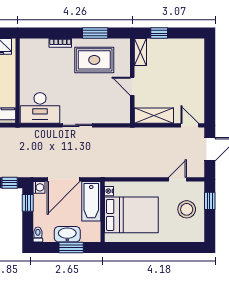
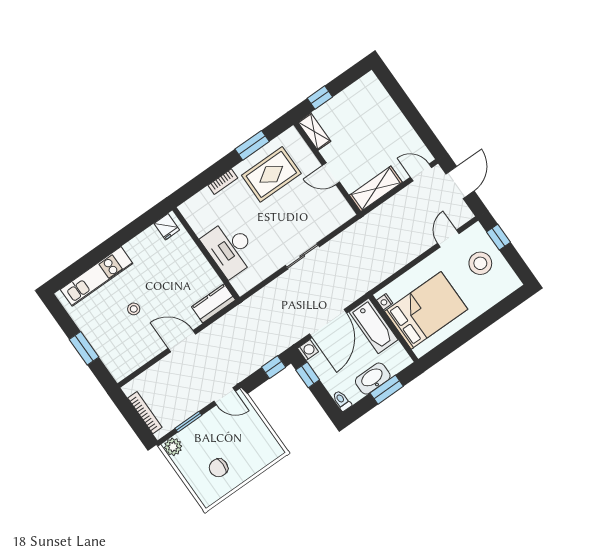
desk: (40, 108) -> (230, 248), moved, turned 90

